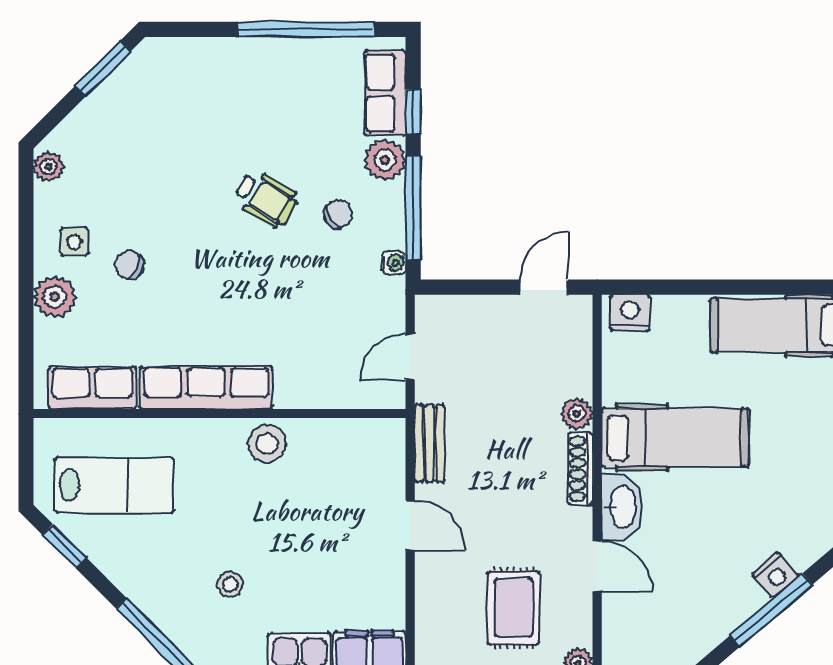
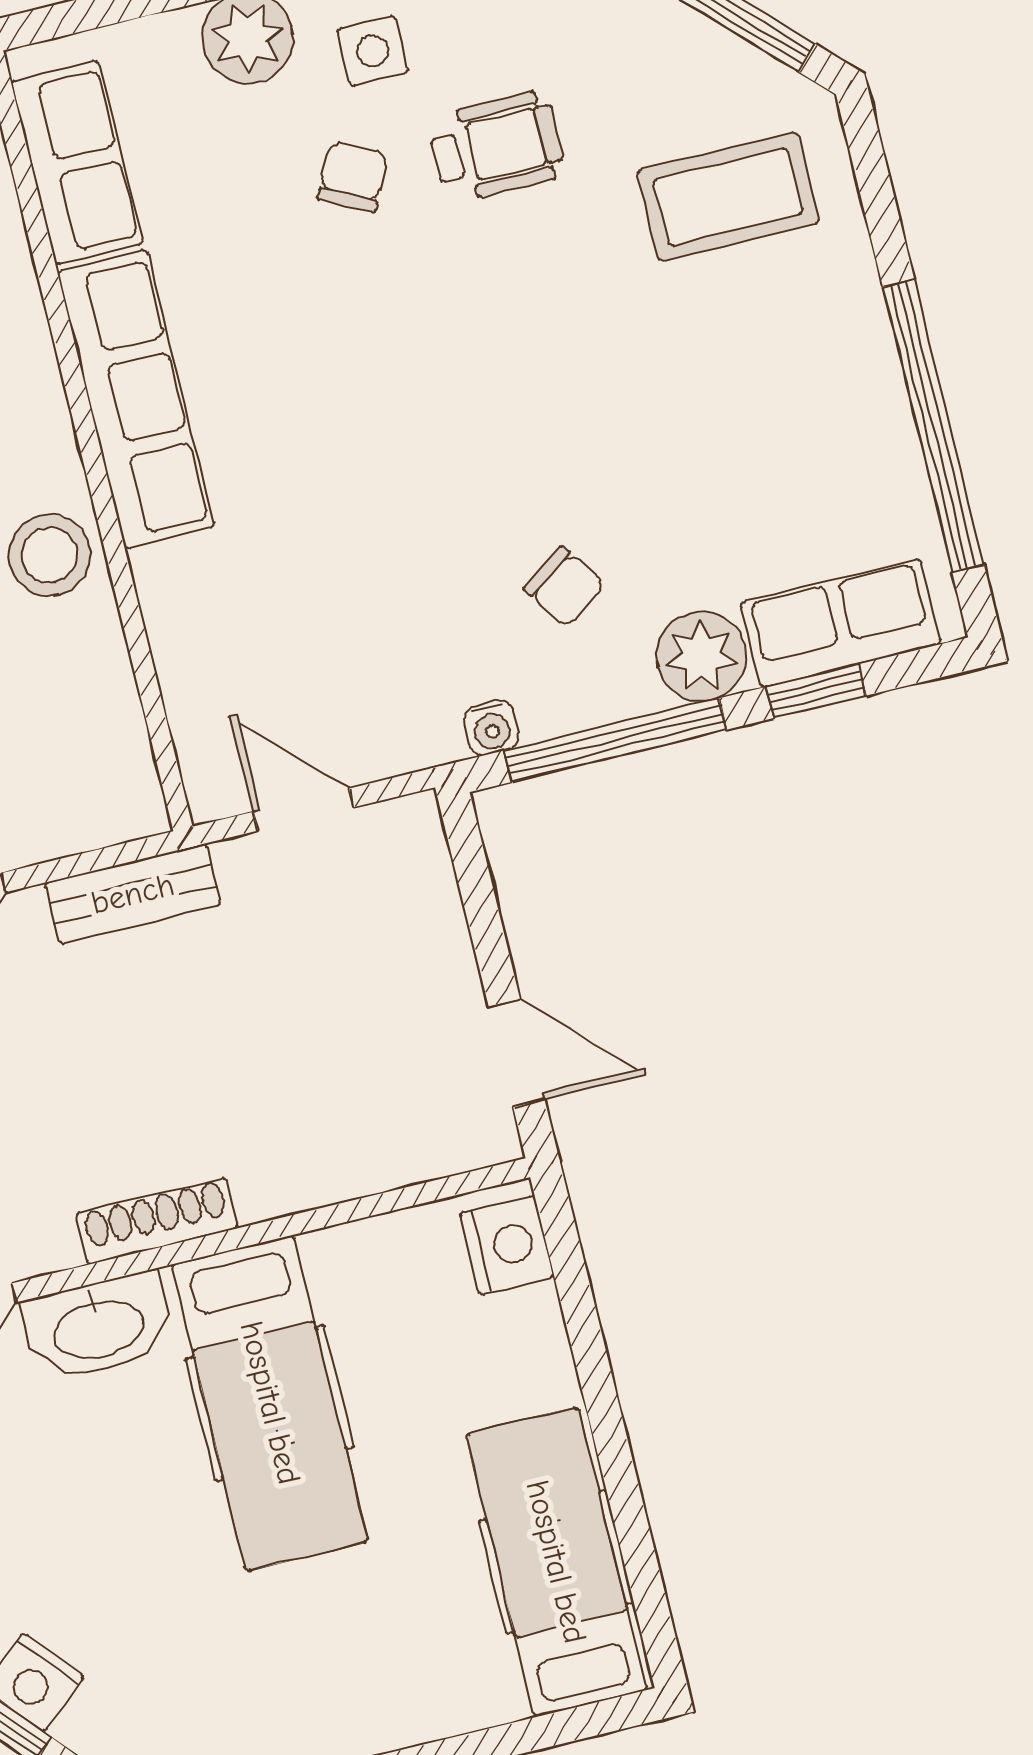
coffee table: (180, 97) -> (728, 197), added
wheelchair: (266, 199) -> (496, 147), moved, turned -121
plant: (577, 414) -> (270, 1185), removed

